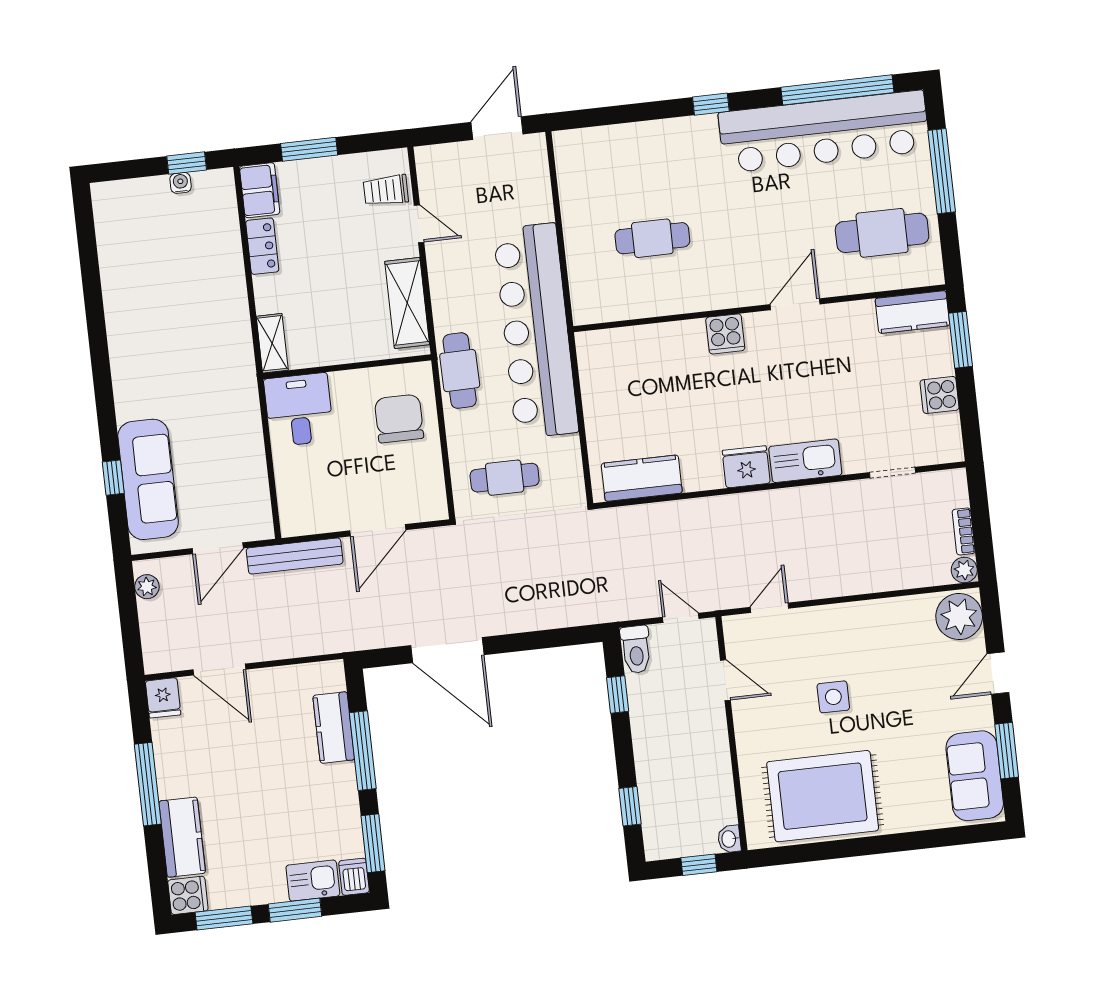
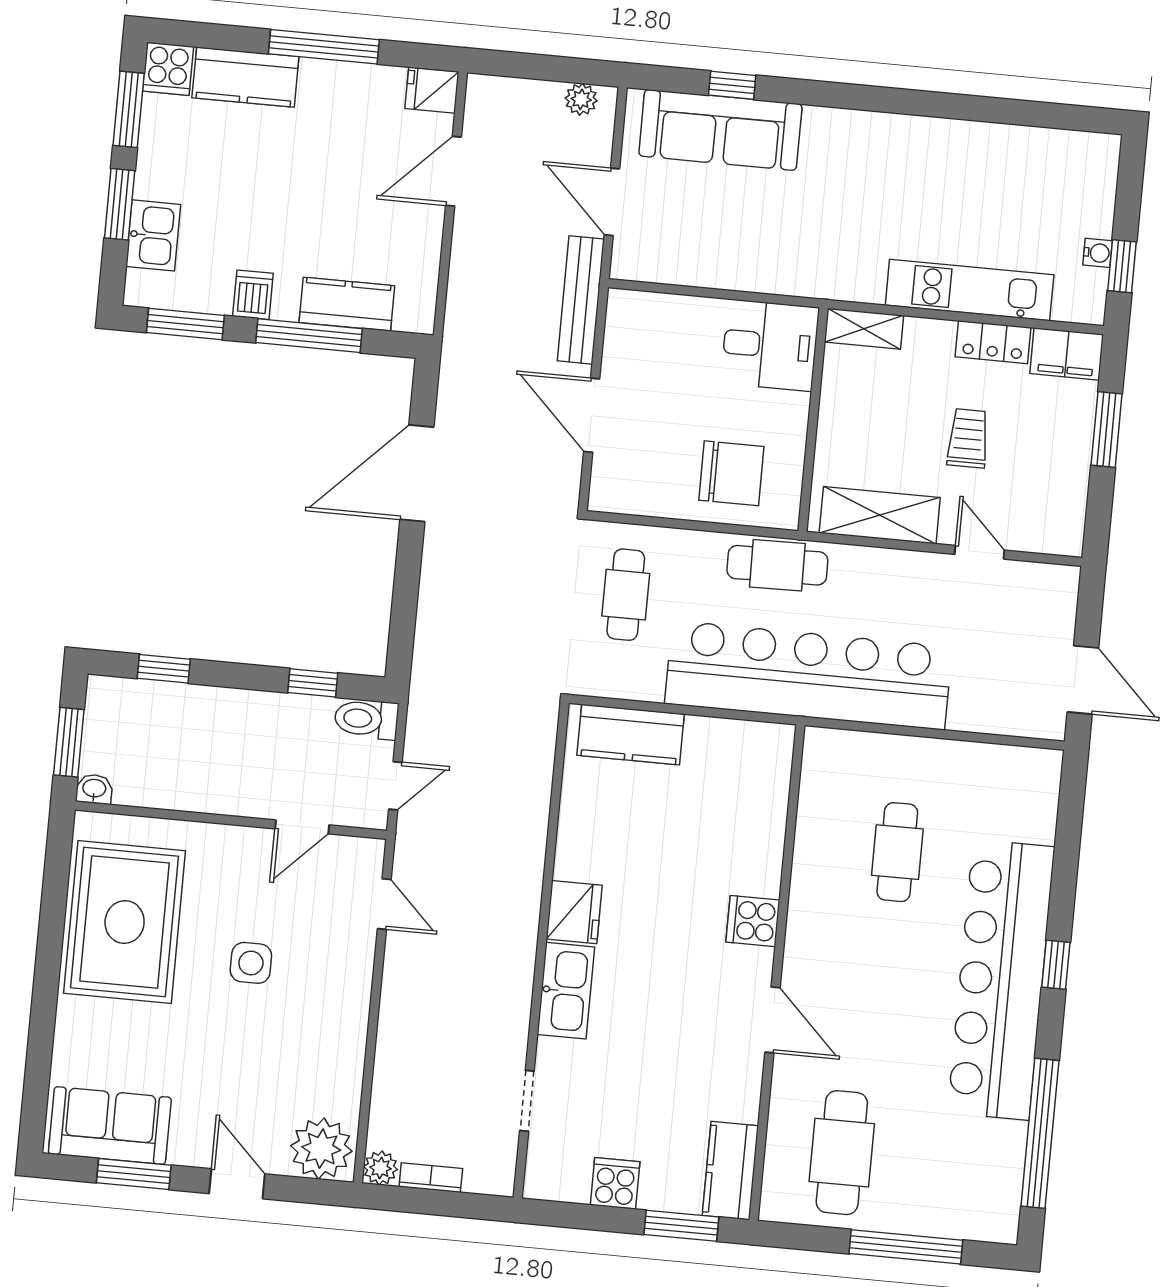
bar counter: (824, 132) -> (1001, 980), moved
trolley: (386, 190) -> (968, 438), moved
door: (419, 224) -> (980, 552), swing flipped
kitchen unit: (228, 271) -> (970, 290), added
kitchen counter: (642, 478) -> (631, 735), moved, turned 90
window: (699, 865) -> (69, 742), width x1.50
dishwasher: (354, 877) -> (253, 295), moved, turned -90

